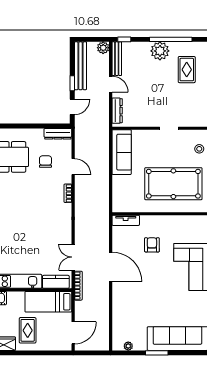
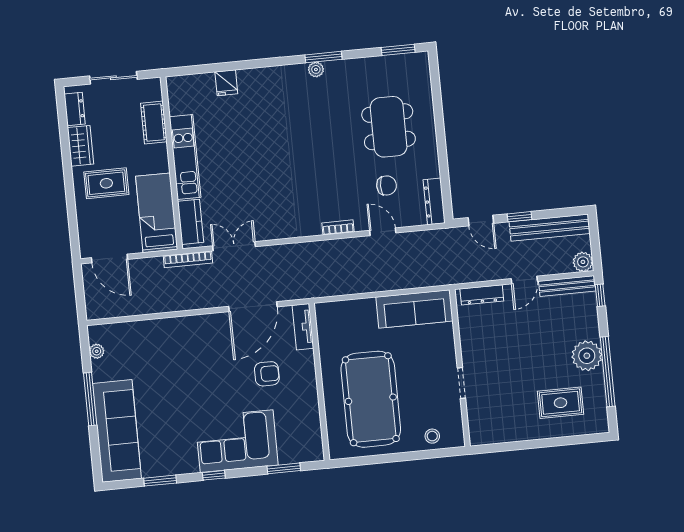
door: (73, 167) -> (383, 232), swing flipped
door: (111, 267) -> (253, 307), moved
window: (157, 353) -> (90, 399), width x1.44

